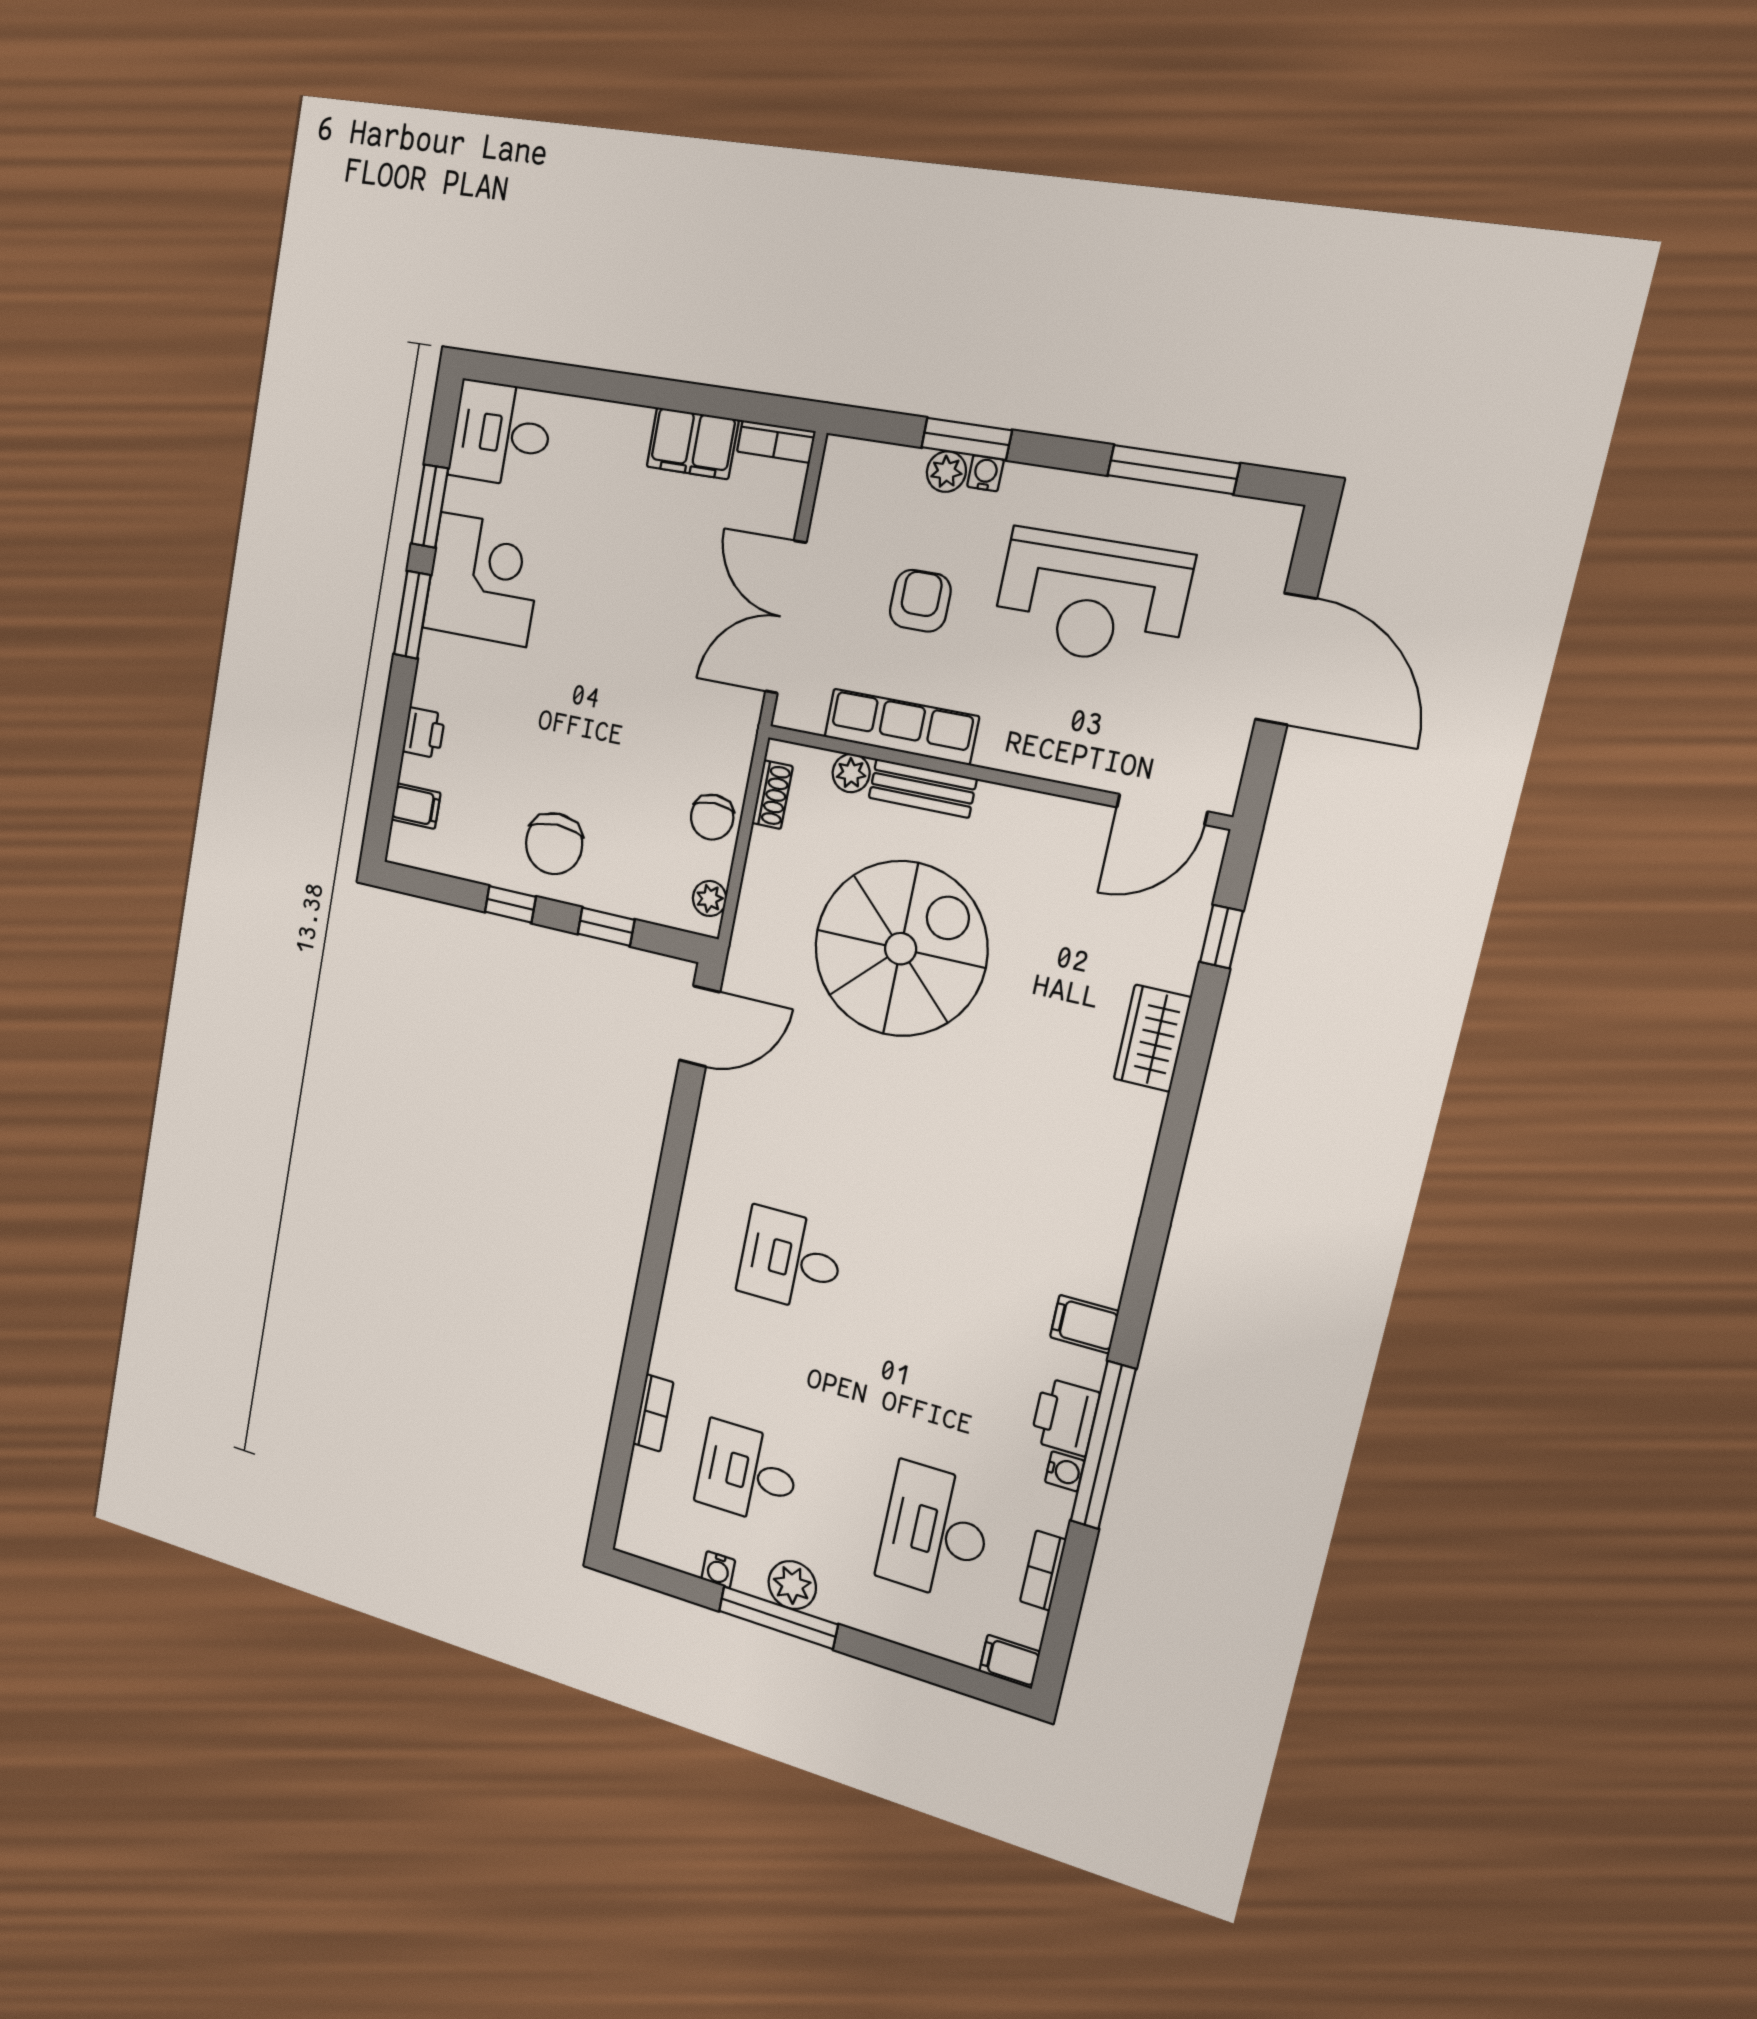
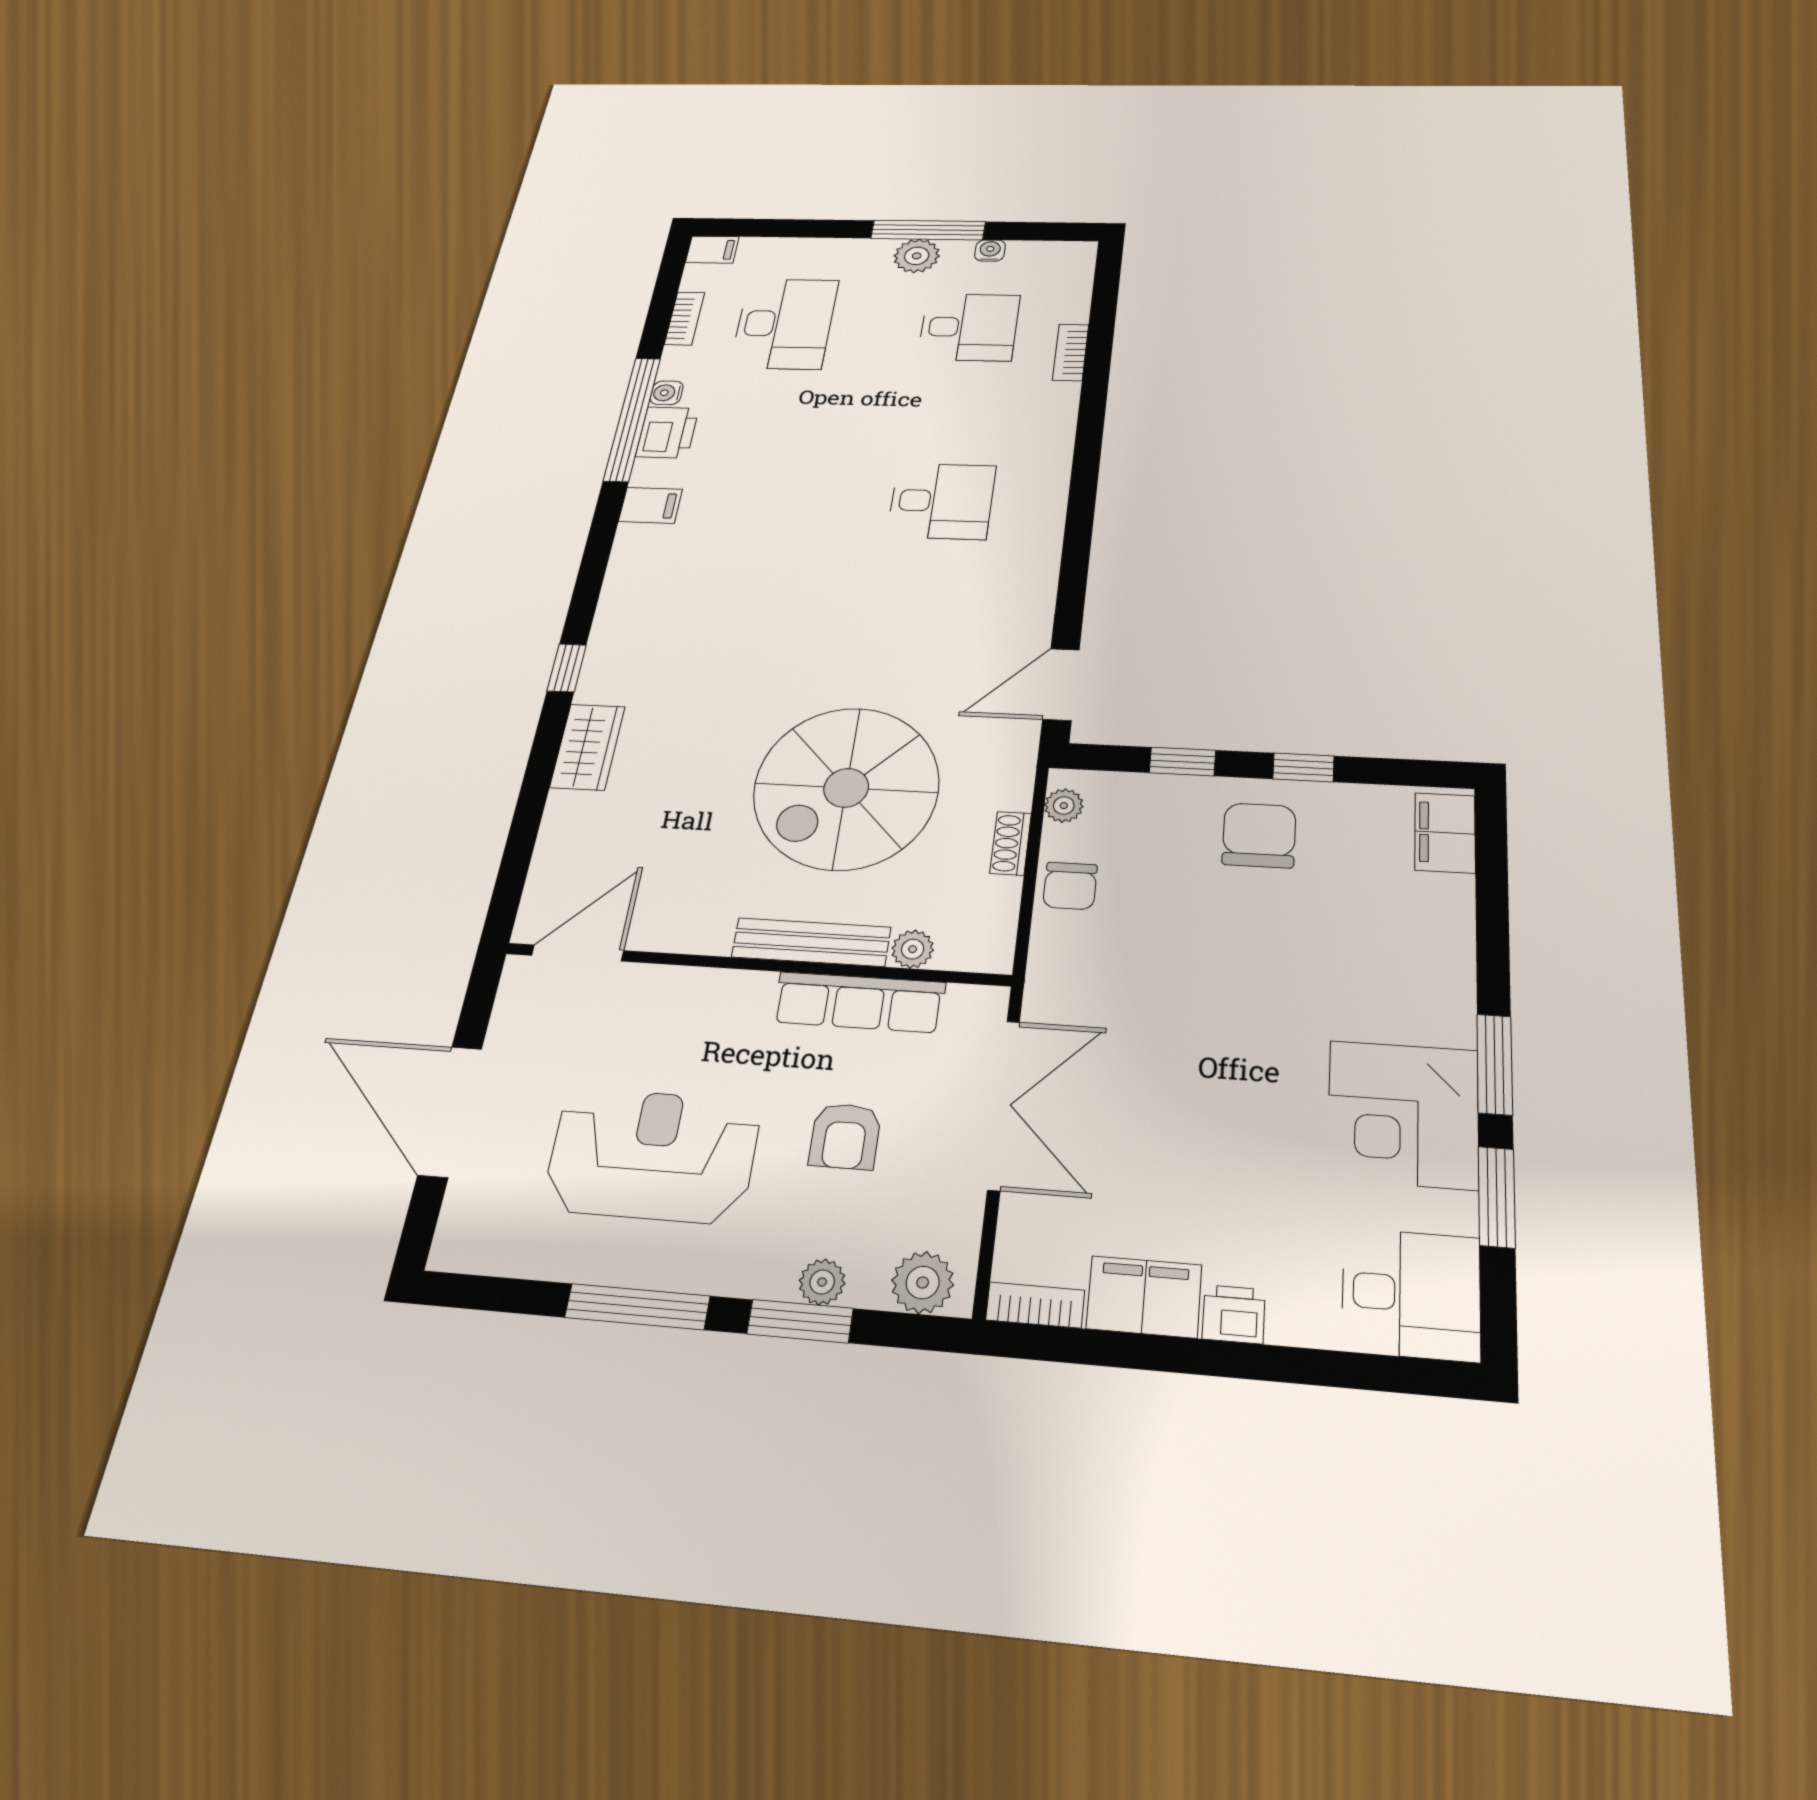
plant: (864, 466) -> (923, 1283), added
window: (1173, 470) -> (637, 1307), moved
water cooler: (985, 473) -> (776, 1283), removed
printer: (424, 733) -> (1234, 1314), moved, turned 90
bench: (922, 788) -> (811, 942), width x1.36
shoe rack: (772, 795) -> (1011, 843), moved
filing cabinet: (416, 806) -> (1445, 833), width x2.00
chair: (712, 817) -> (1070, 886), turned 180
window: (1221, 937) -> (567, 668), moved

